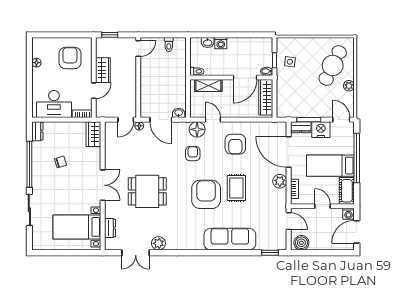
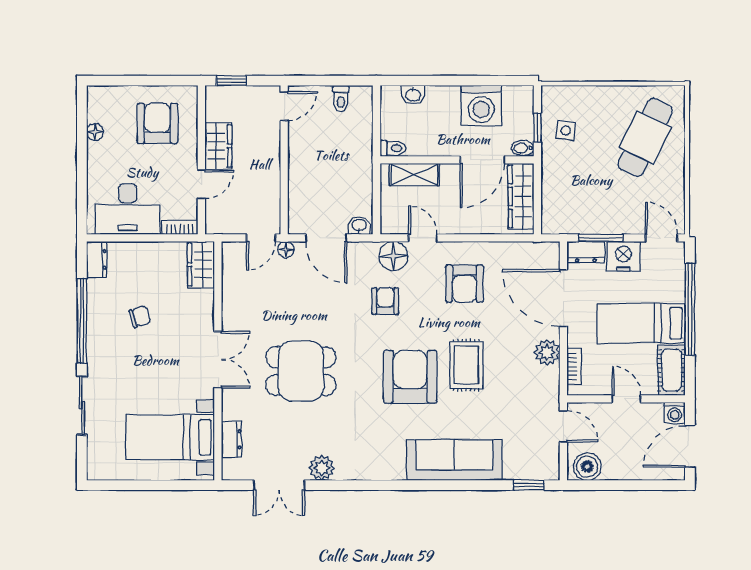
washing machine: (221, 43) -> (481, 106), moved, width x1.89, depth x1.89
plant: (349, 86) -> (675, 175), removed

